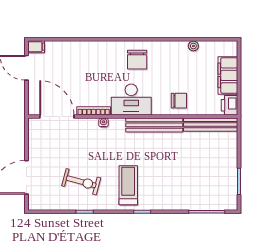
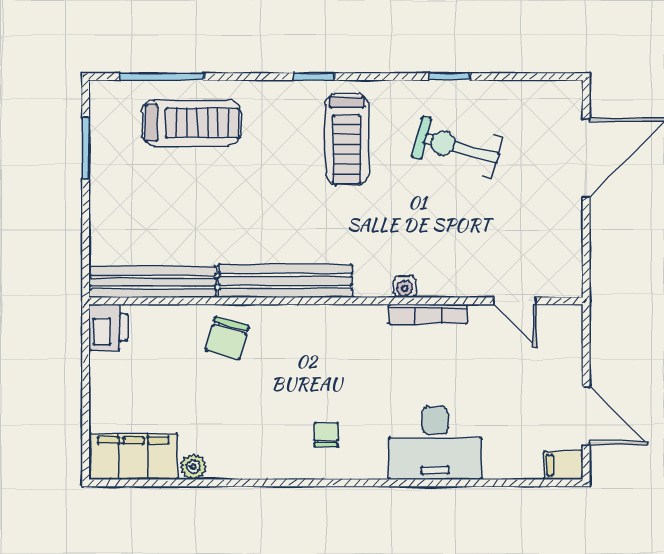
chair: (137, 60) -> (326, 435), width x0.54, depth x0.54
filing cabinet: (228, 75) -> (133, 457), moved, turned -90
desk: (131, 100) -> (435, 443), moved, turned 180
chair: (179, 101) -> (227, 338), turned -74
door: (57, 116) -> (515, 301), width x0.53
treadmill: (194, 192) -> (191, 123), added

